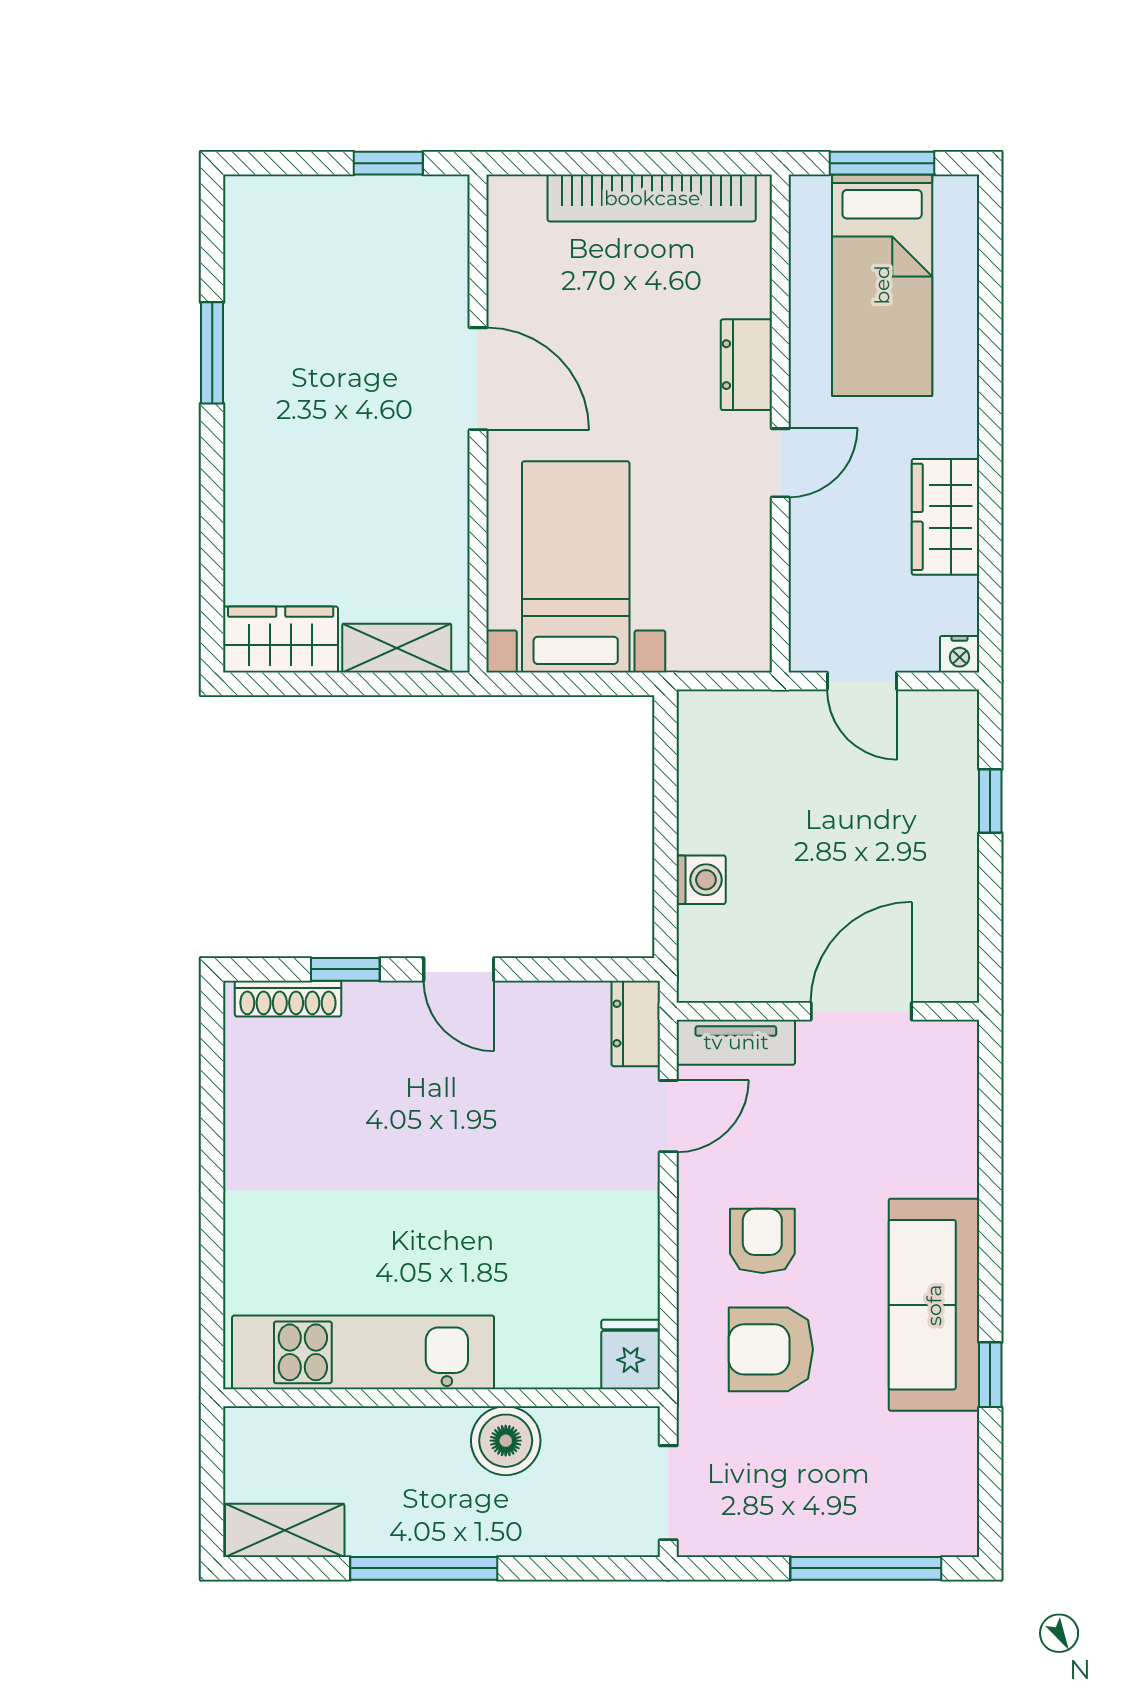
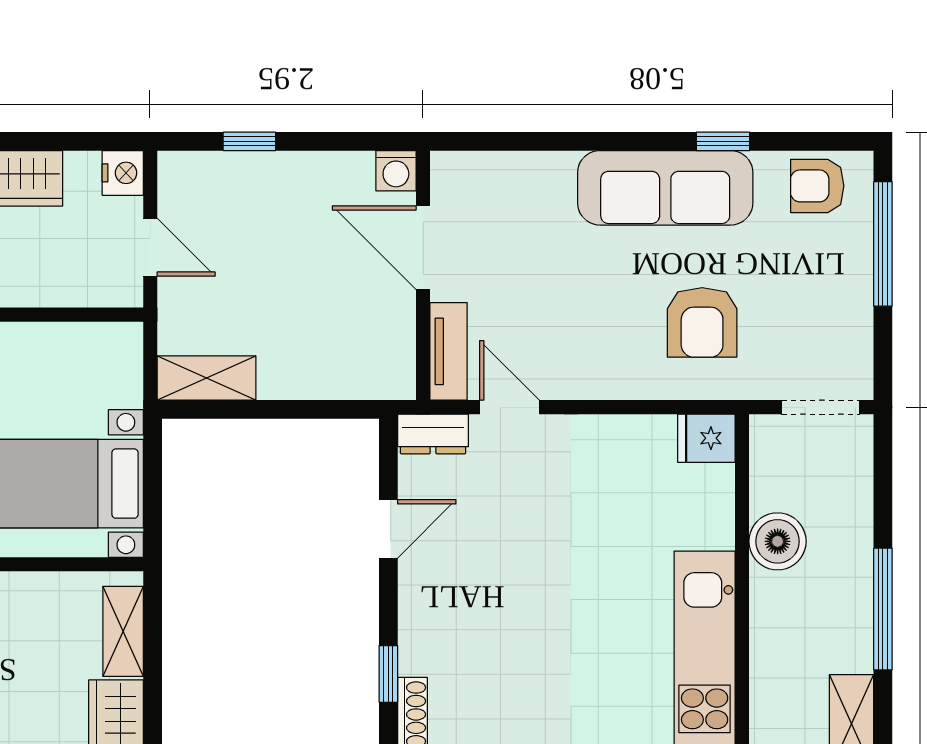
nightstand: (960, 654) -> (123, 173), width x1.39, depth x1.35
door: (862, 681) -> (150, 247), hinge flipped
shelving: (704, 749) -> (207, 378), added
washing machine: (701, 880) -> (396, 171), moved, turned 180
door: (459, 969) -> (388, 529), moved
armchair: (762, 1241) -> (817, 186), moved

